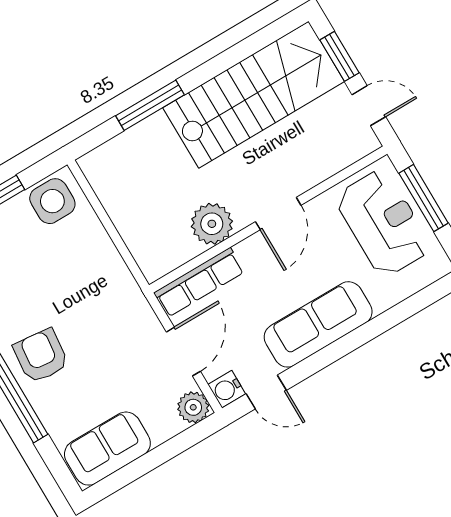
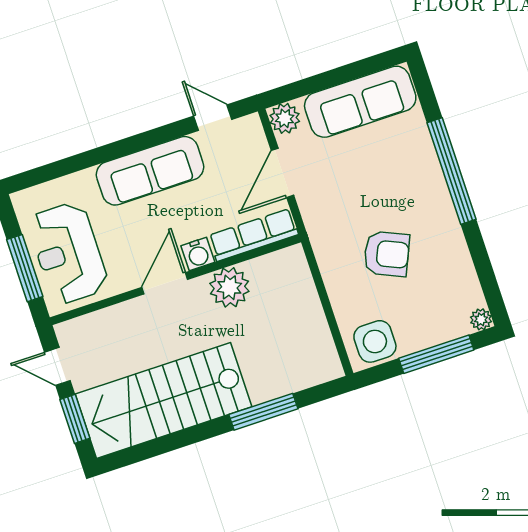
armchair: (41, 356) -> (387, 254), moved, turned -72
water cooler: (227, 389) -> (198, 254), moved, turned 90
sofa: (107, 449) -> (360, 102), width x1.36

